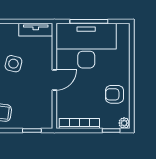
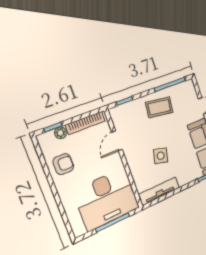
tv unit: (36, 30) -> (159, 191), width x1.41
door: (54, 80) -> (117, 141), moved
plant: (124, 123) -> (60, 133), moved

